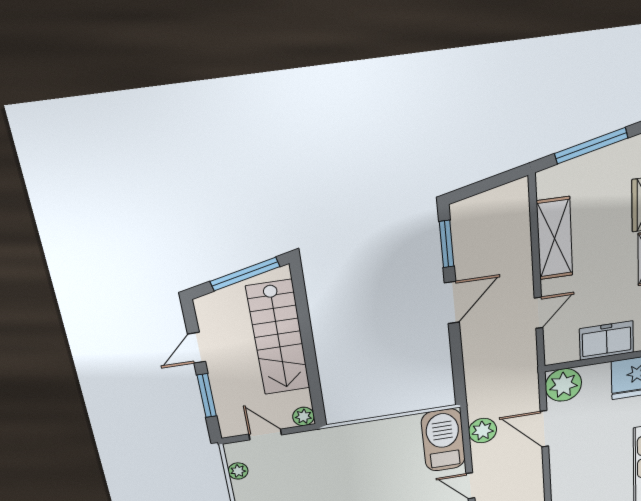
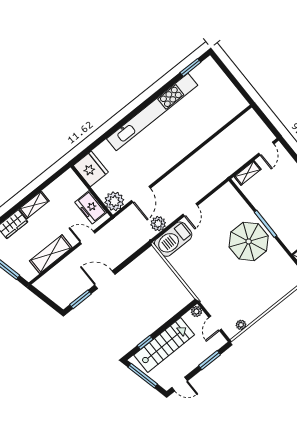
window: (303, 310) -> (145, 342), added
freezer: (607, 341) -> (91, 207), moved
door: (197, 348) -> (180, 384), moved

